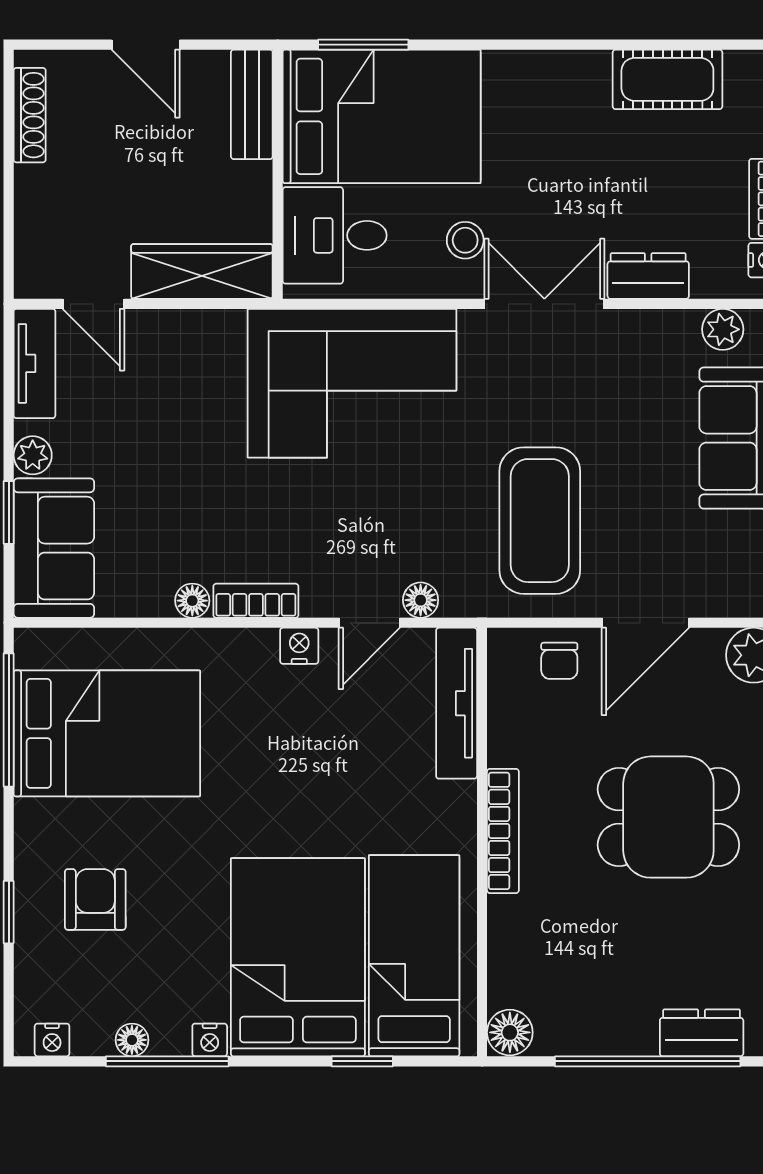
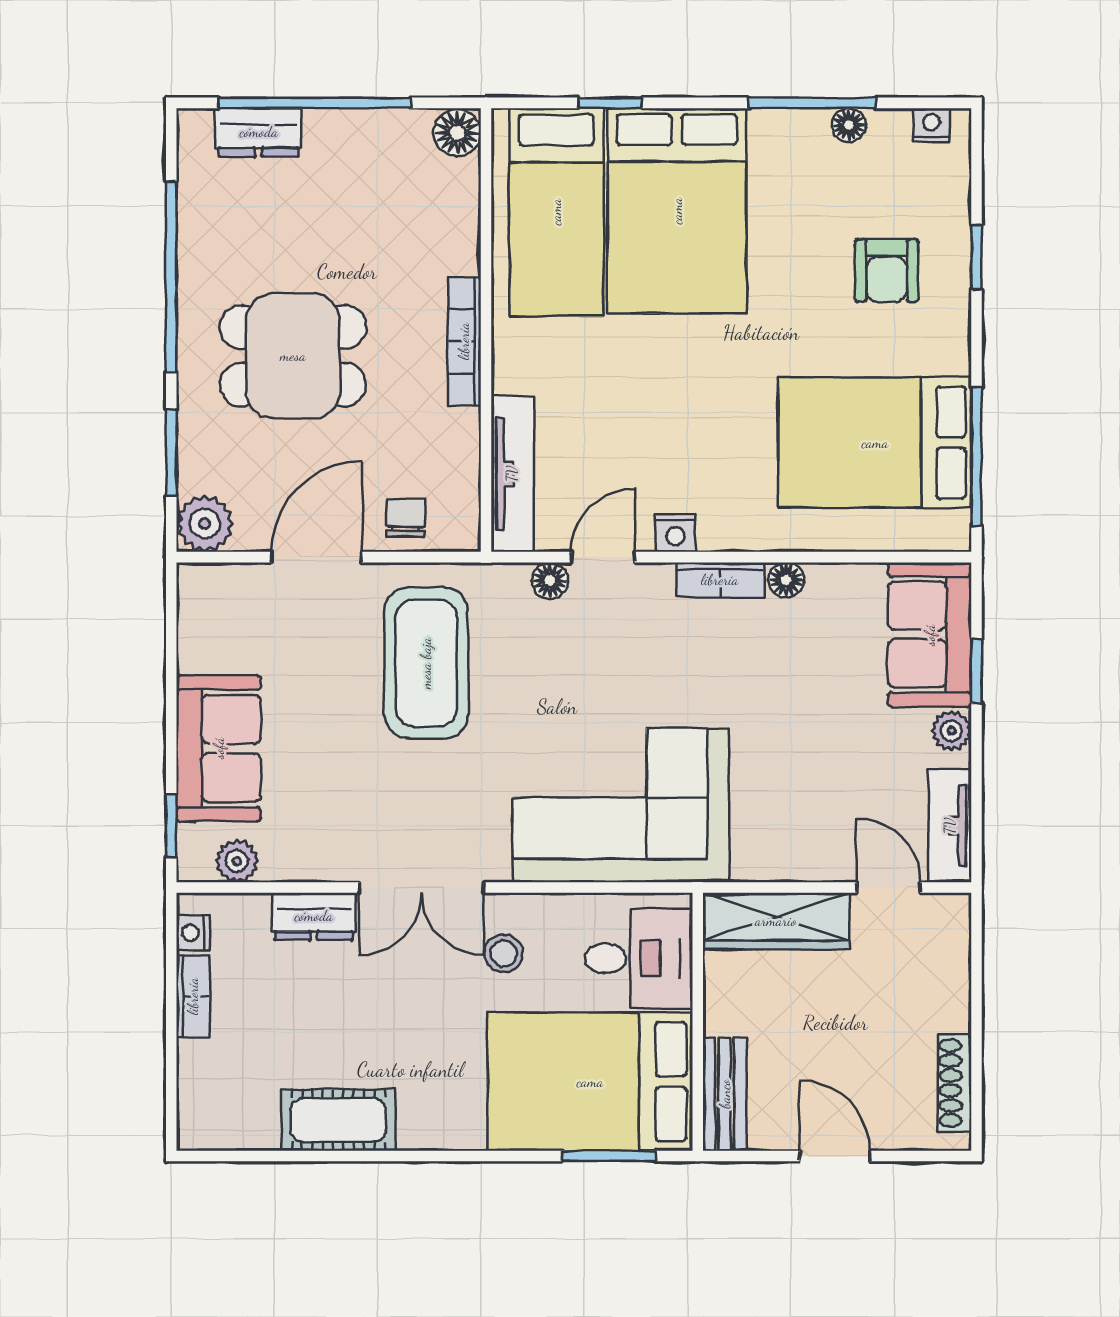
cot: (667, 79) -> (338, 1120), moved
nightstand: (210, 1040) -> (768, 125), removed

